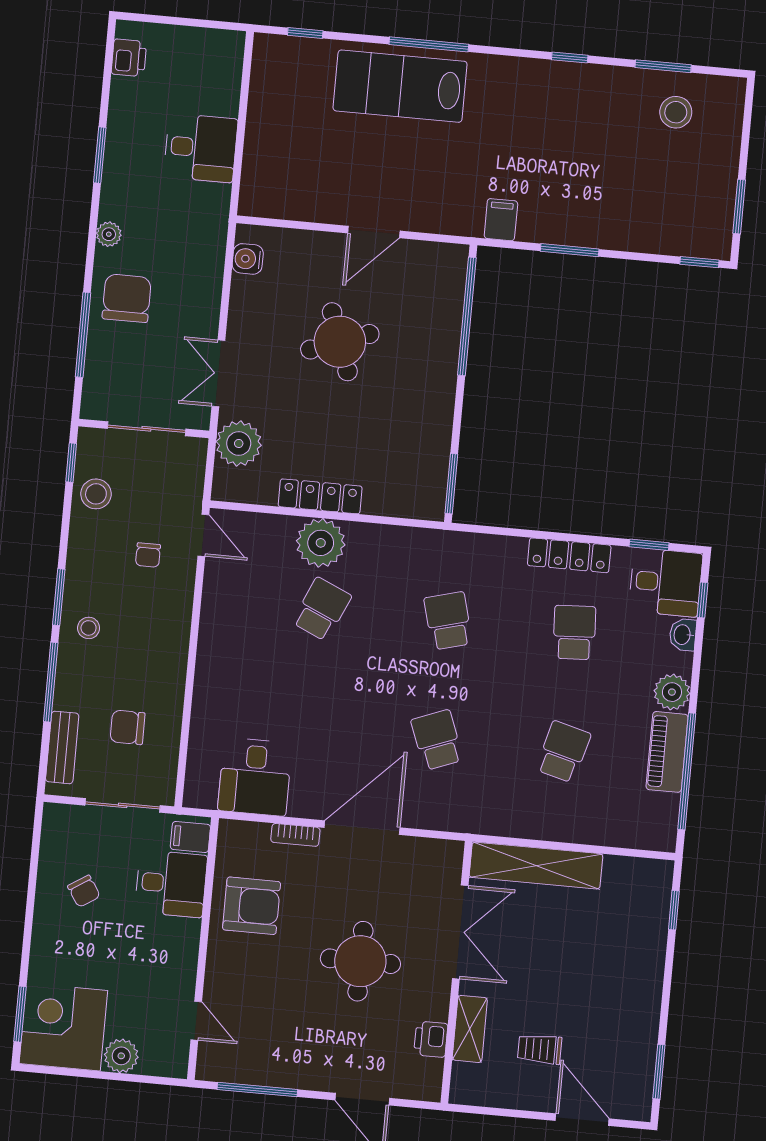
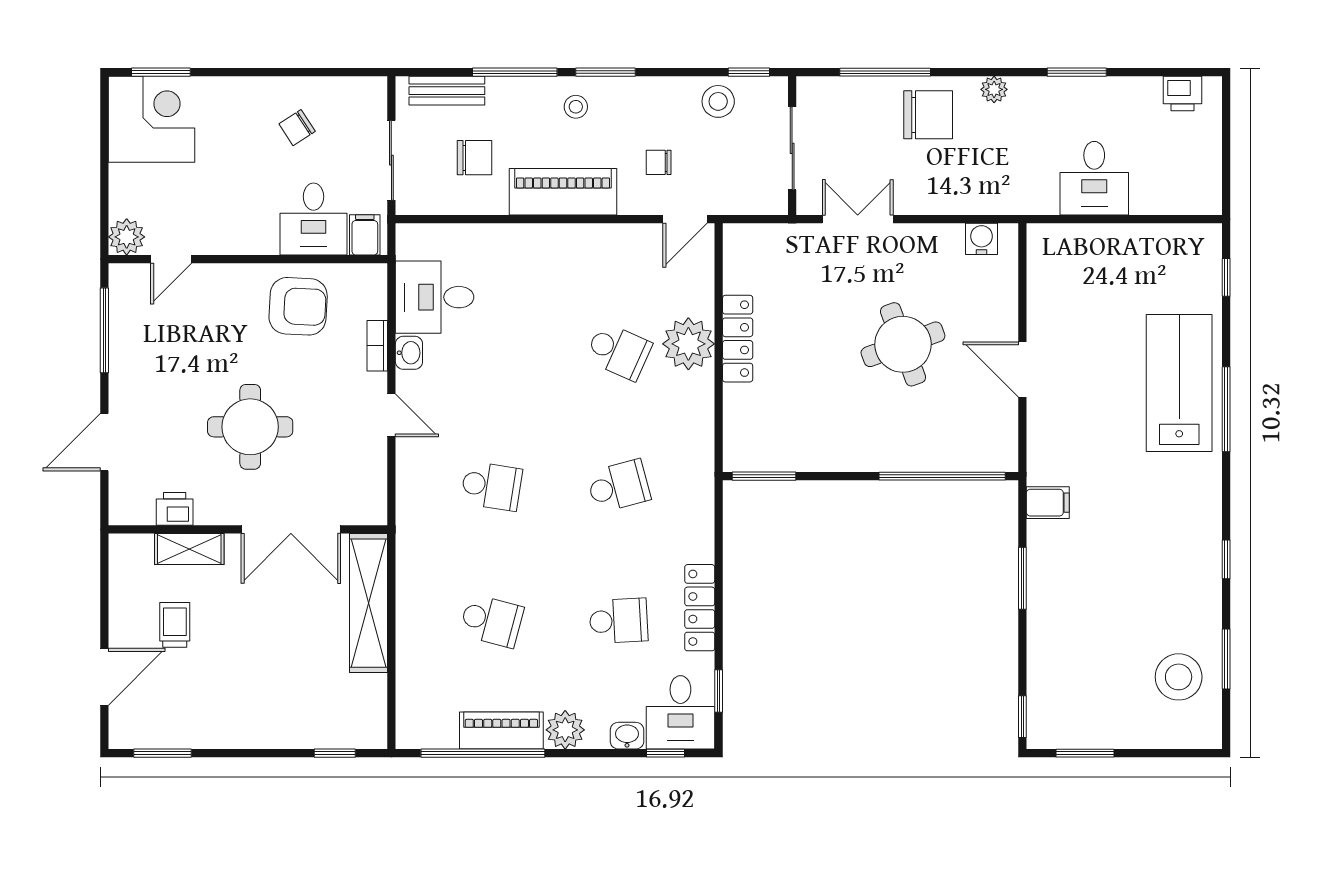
stool: (676, 112) -> (1179, 677), width x1.38, depth x1.38
plant: (239, 443) -> (785, 247), removed
piano: (167, 647) -> (563, 192), added
chair: (128, 727) -> (475, 158), turned 90
school desk: (437, 740) -> (491, 486), turned 30
washbasin: (305, 806) -> (409, 353), added
door: (362, 828) -> (391, 415), width x0.53
armchair: (252, 906) -> (298, 306), turned -87
plant: (121, 1056) -> (127, 237), moved

